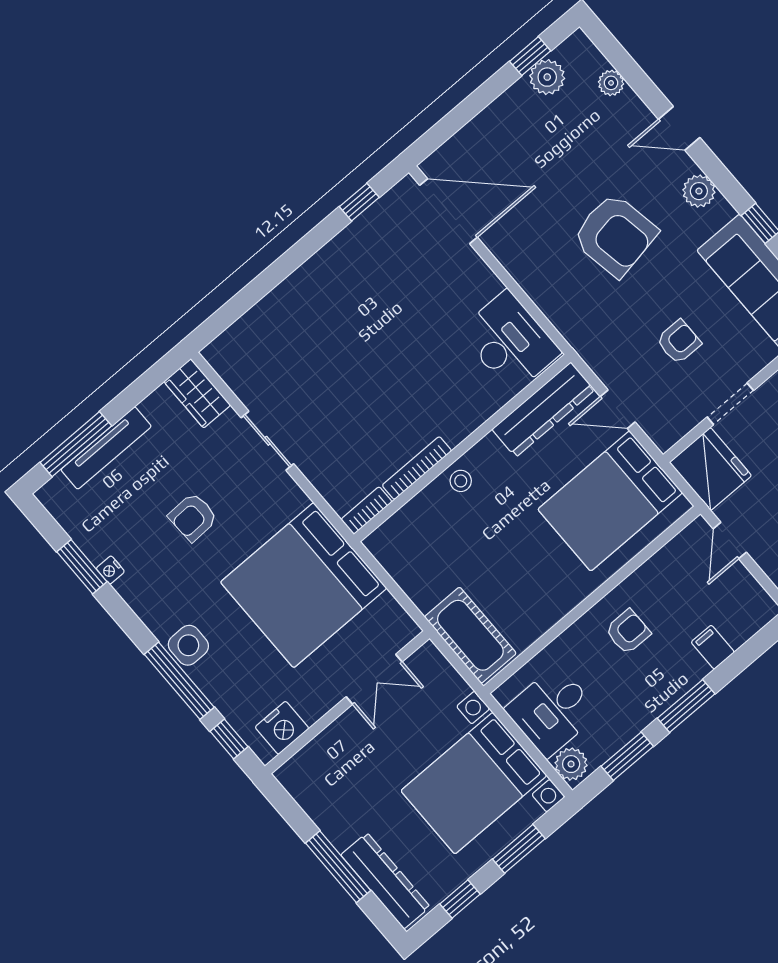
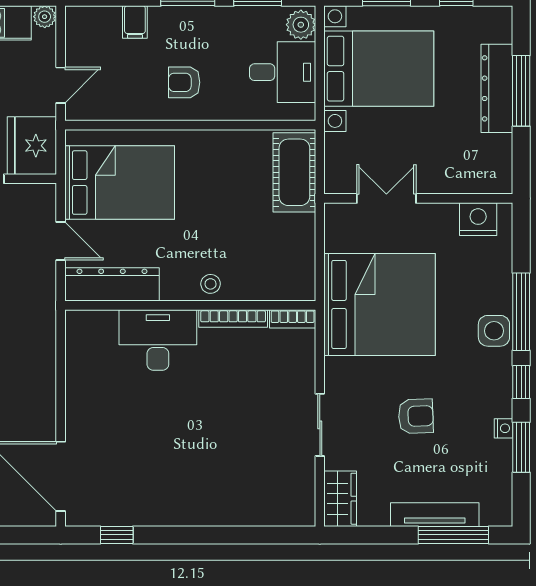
desk: (510, 342) -> (158, 340), moved, turned 90
window: (229, 739) -> (521, 382), moved
dresser: (385, 881) -> (497, 88), moved

